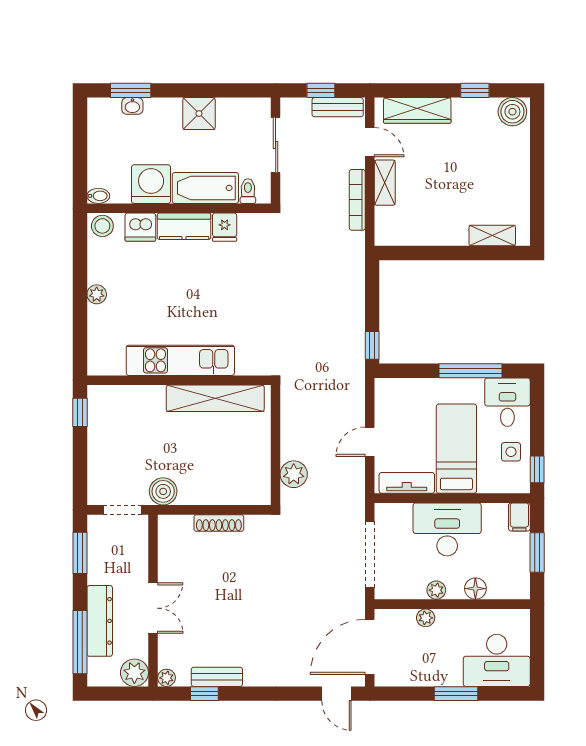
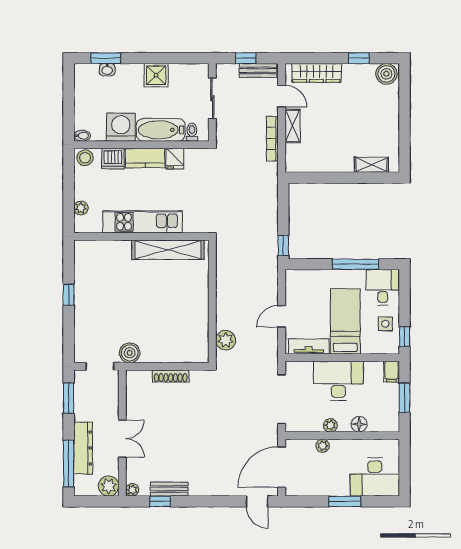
kitchen unit: (180, 360) -> (142, 222), moved
wall: (179, 380) -> (141, 237), moved
shelving: (215, 398) -> (168, 250), moved

